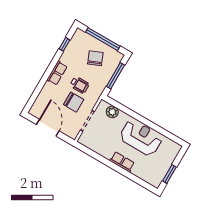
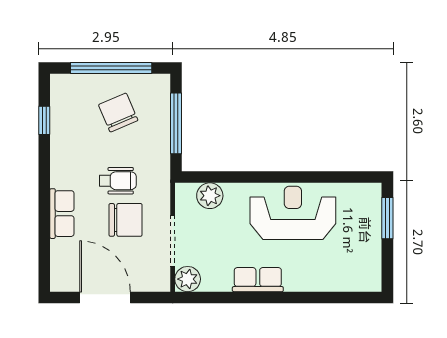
row of seats: (57, 73) -> (62, 214), moved
plant: (84, 140) -> (188, 279), added
row of seats: (122, 162) -> (258, 280), moved
window: (169, 174) -> (387, 218), moved

